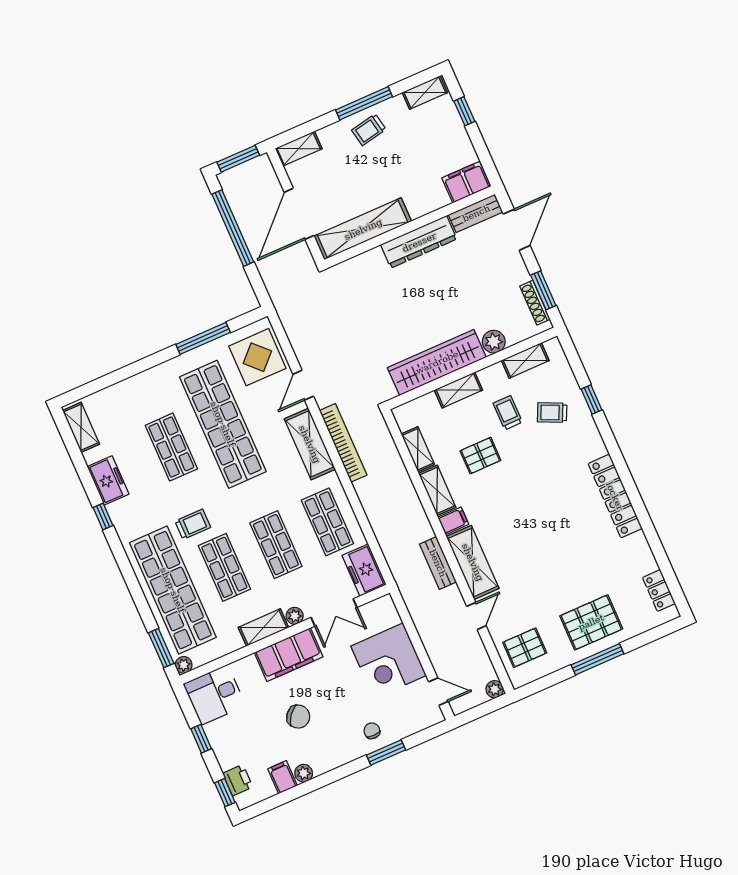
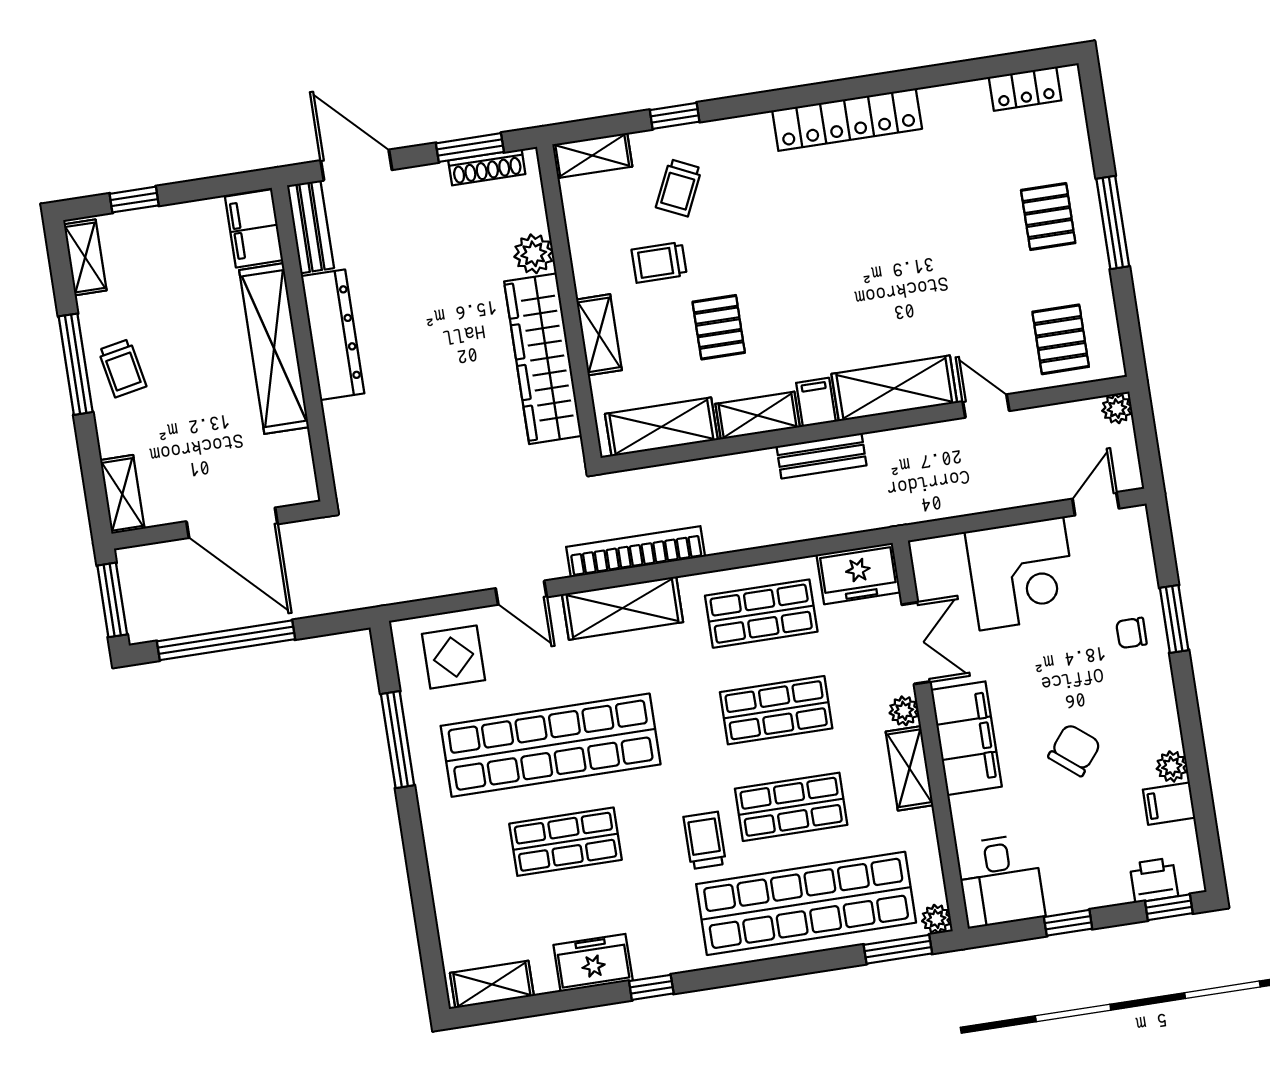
shelving: (363, 229) -> (274, 349), moved
display table: (257, 357) -> (454, 657), width x0.73, depth x0.73
shelving: (525, 360) -> (592, 155), moved, turned 90
shelving: (418, 449) -> (661, 427), width x1.50, depth x1.33
bench: (438, 563) -> (821, 456), moved
pallet: (591, 622) -> (1048, 217), width x0.67, depth x0.71

